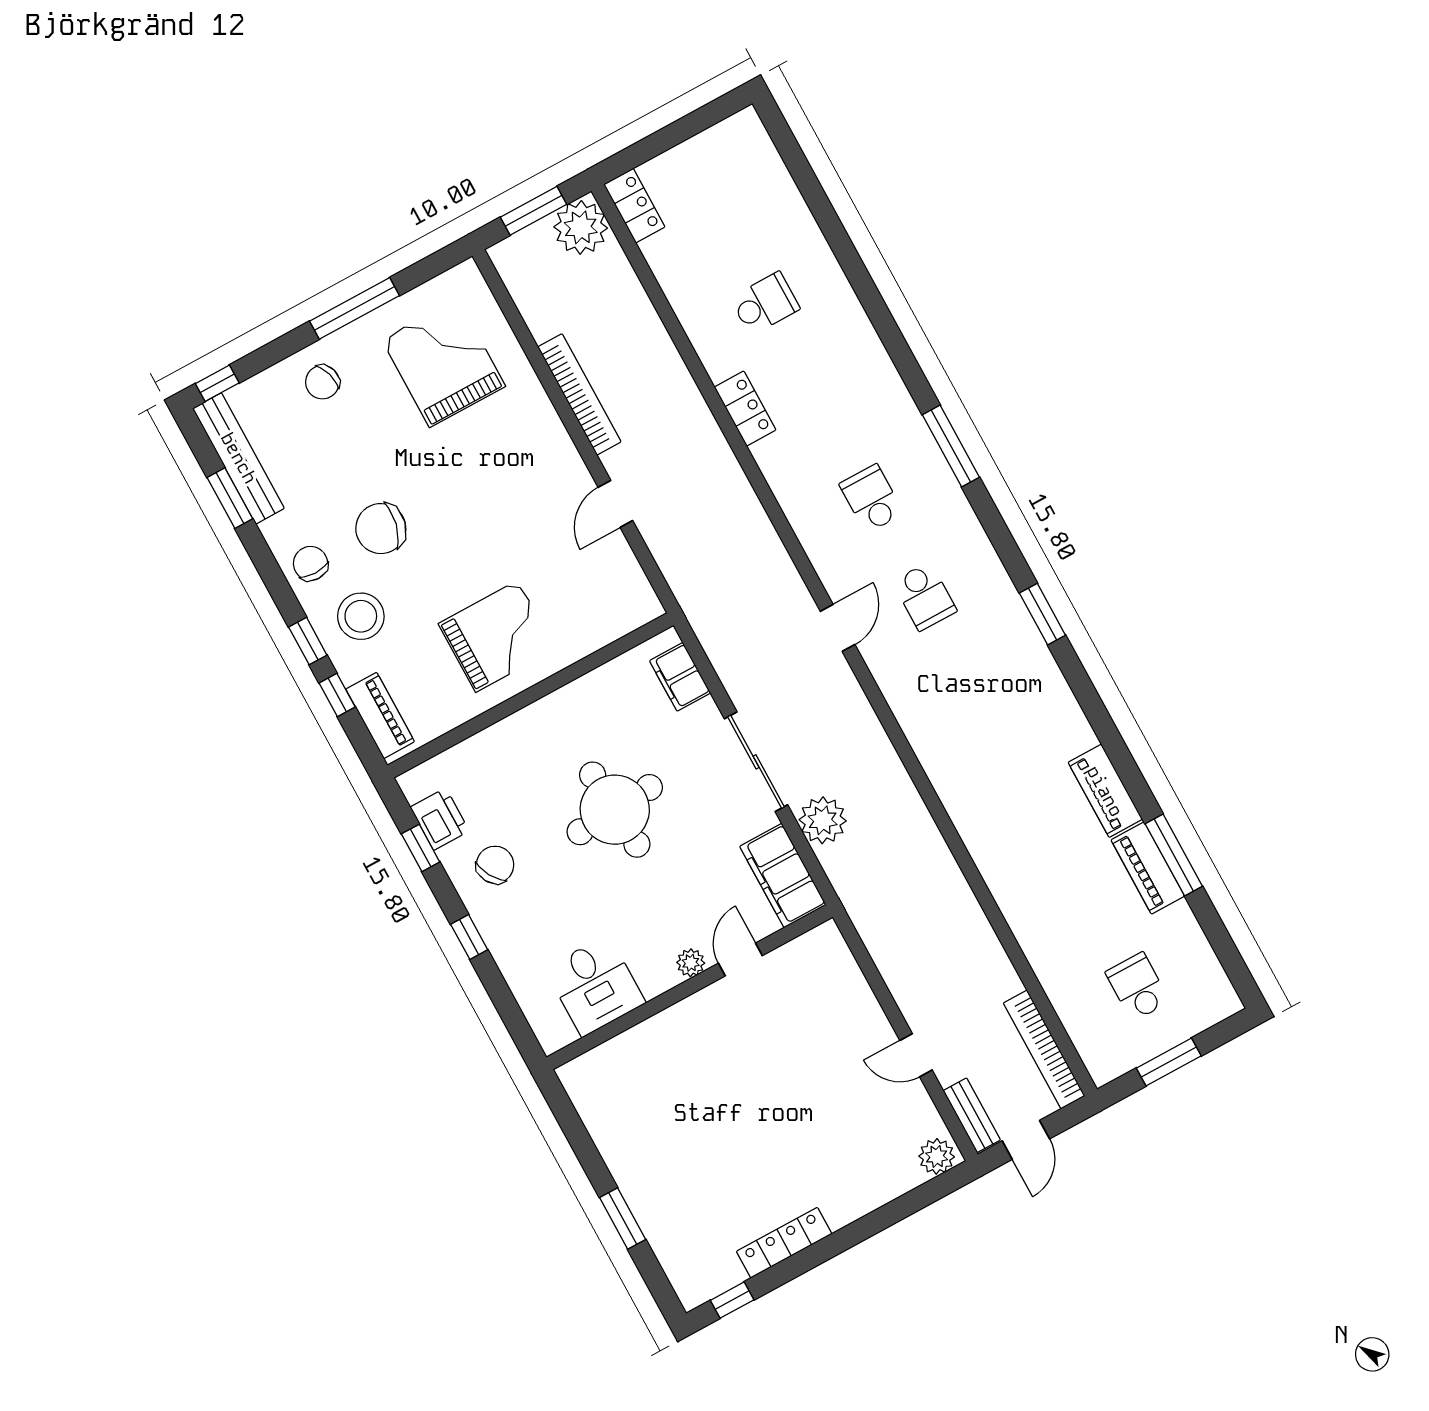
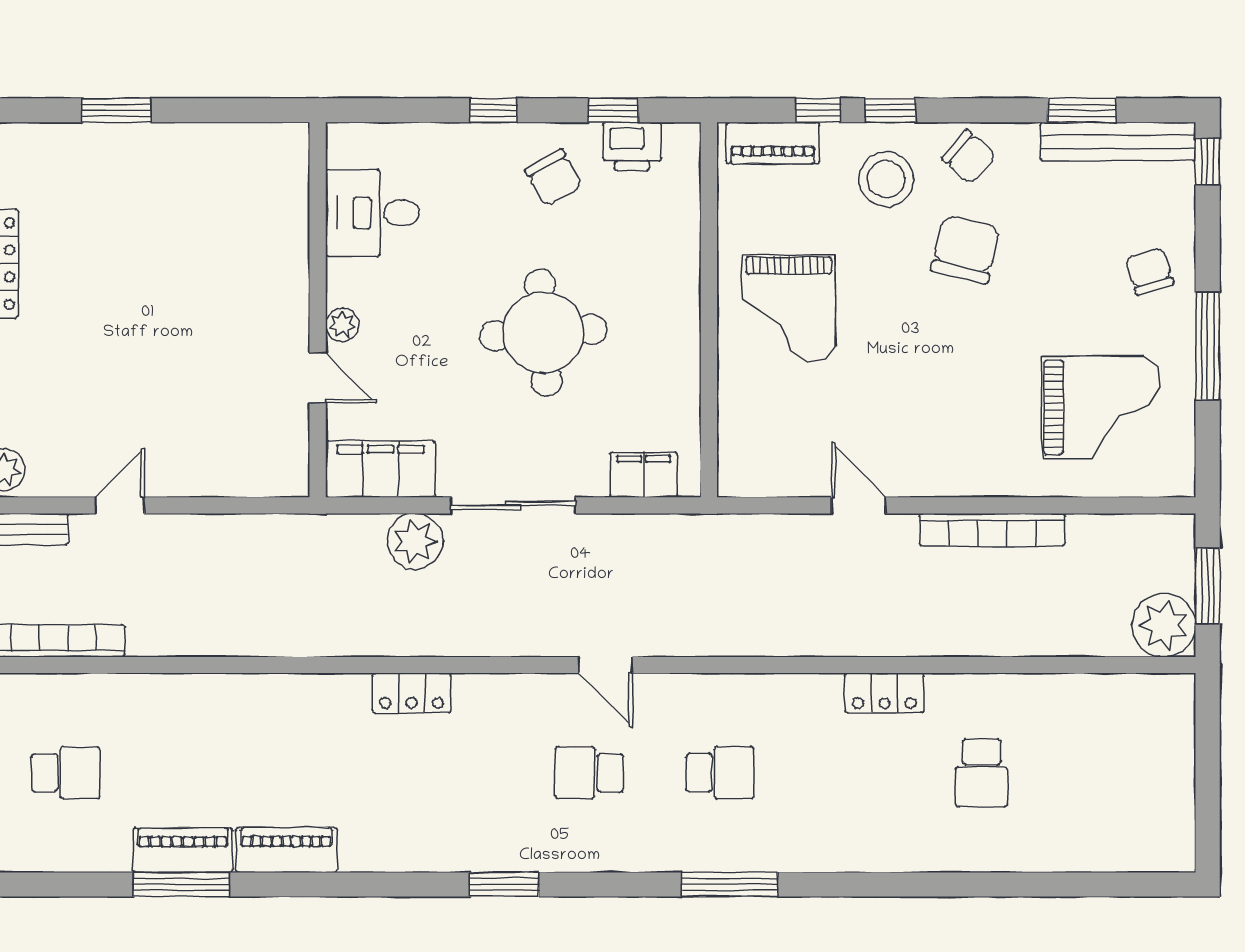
locker: (634, 206) -> (412, 693), moved
chair: (311, 563) -> (969, 157), turned 41

